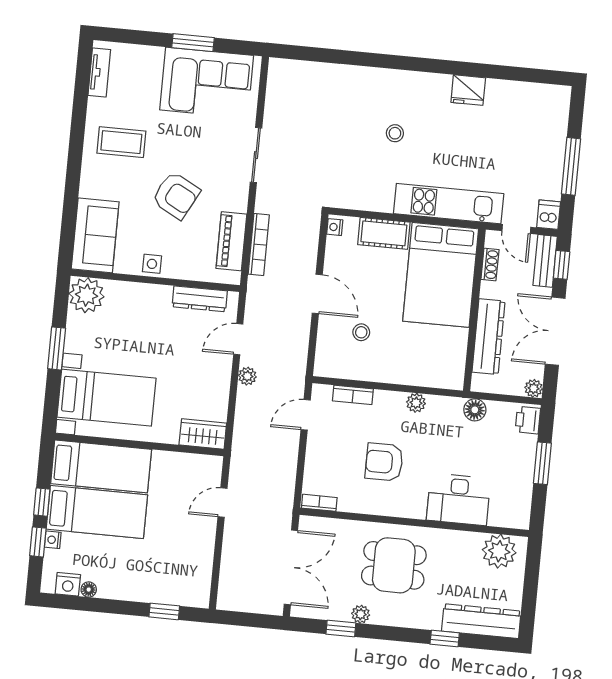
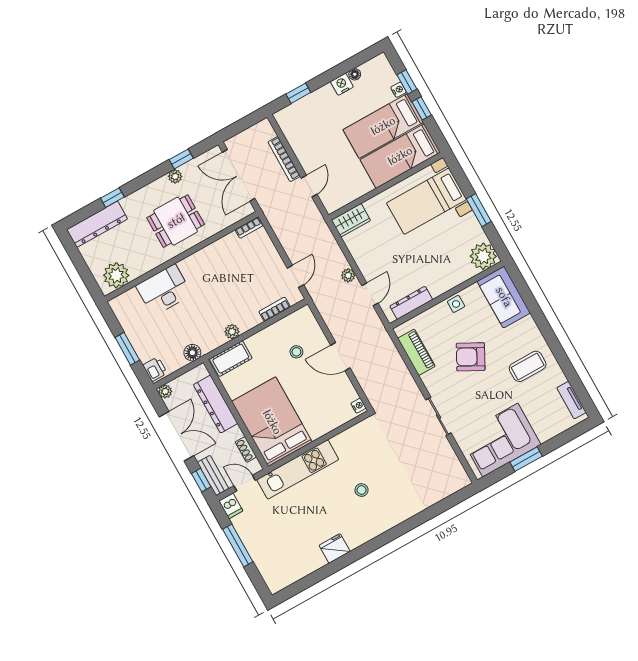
cot: (384, 233) -> (231, 359), moved
bookcase: (259, 245) -> (284, 159), moved
armchair: (384, 462) -> (226, 281), removed
nightstand: (68, 584) -> (342, 84), moved

